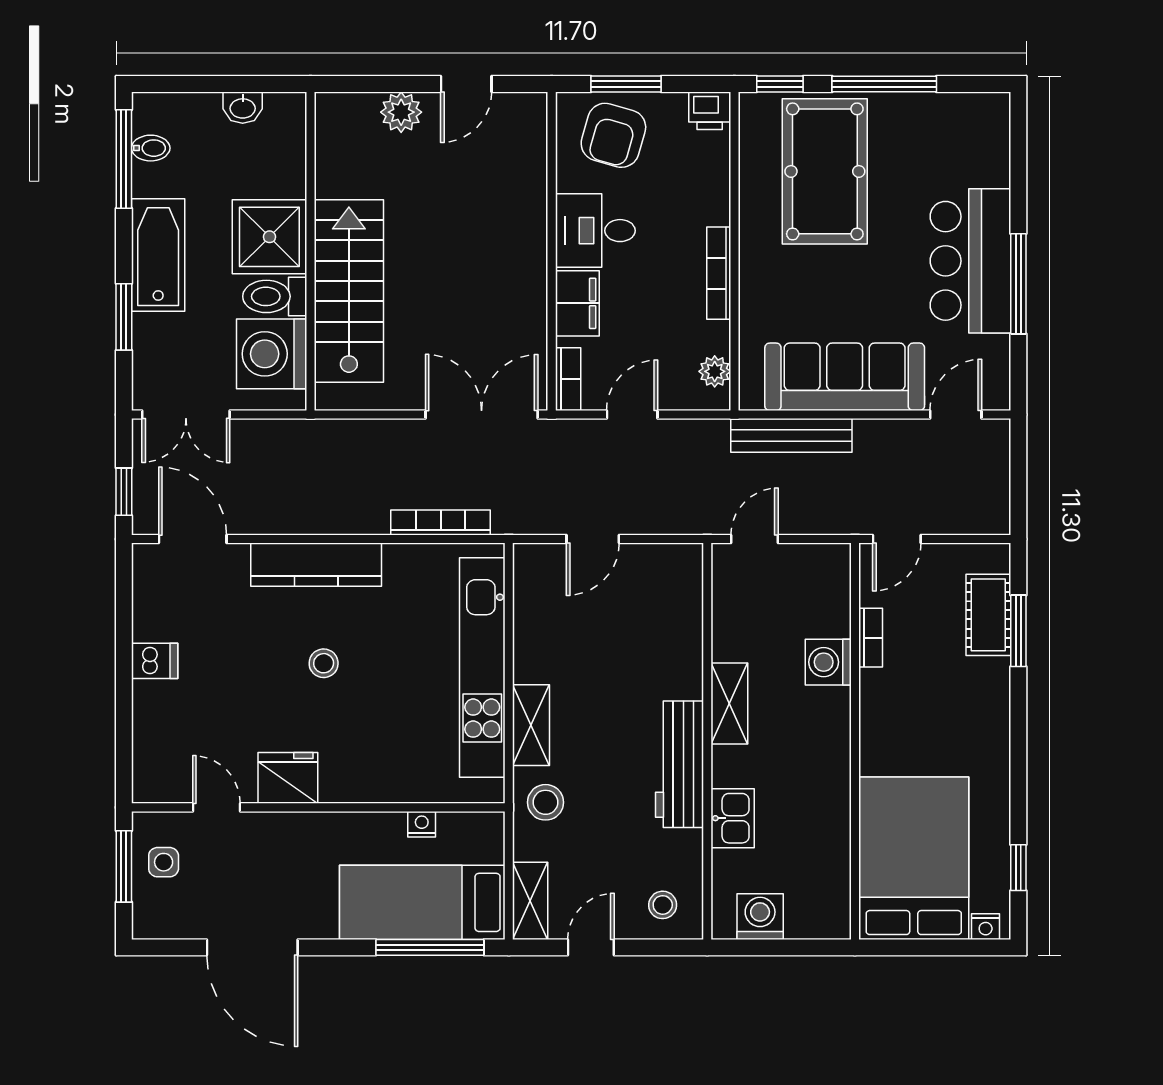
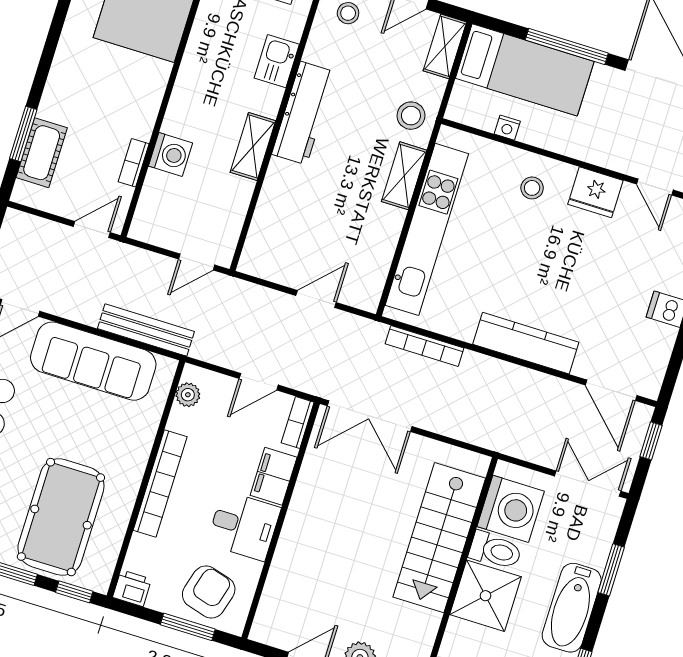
bookcase: (719, 273) -> (160, 483), width x1.48, depth x1.31
stool: (324, 663) -> (532, 188), moved
window: (430, 947) -> (567, 47), moved

